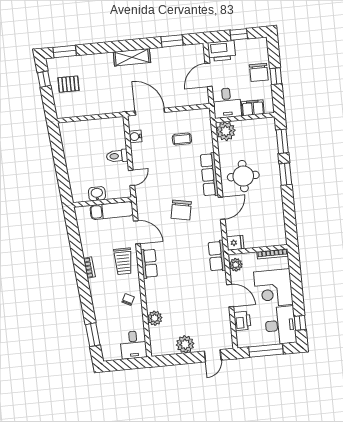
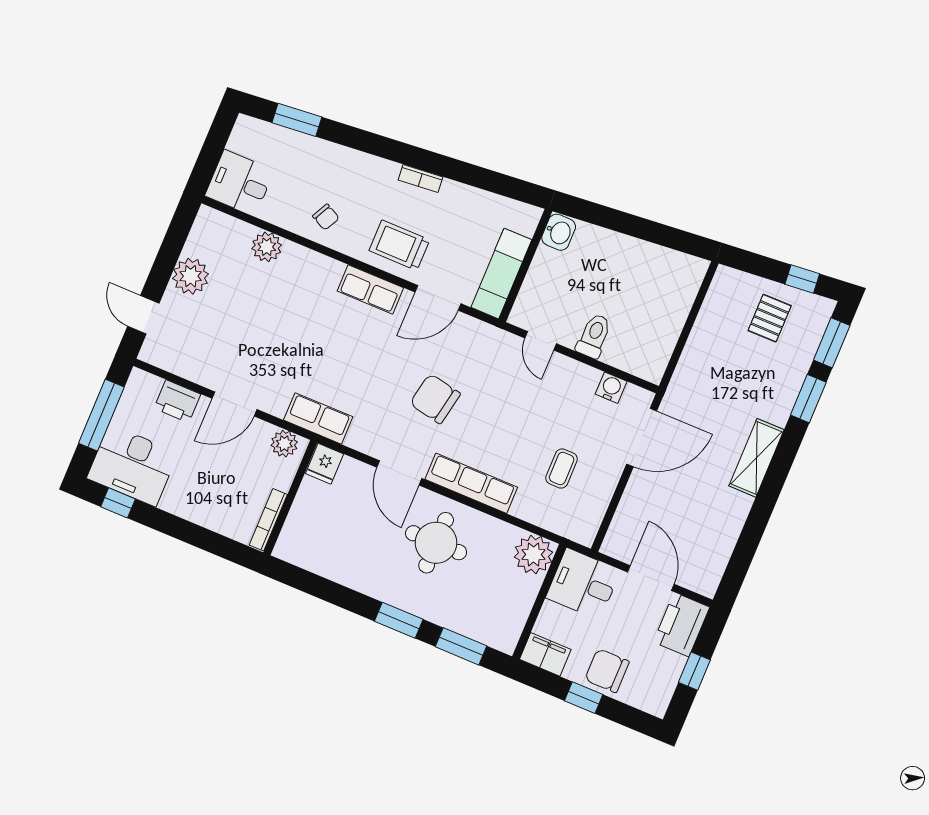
window: (172, 41) -> (808, 399), moved
filing cabinet: (253, 108) -> (545, 654), moved, turned -90
washbasin: (97, 194) -> (559, 232), moved
corner desk: (273, 288) -> (206, 488), removed

